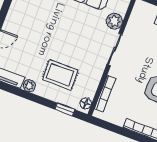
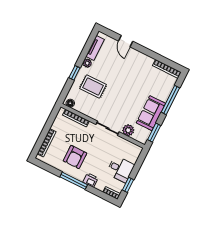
rug: (60, 75) -> (93, 86), turned 90
window: (65, 110) -> (74, 73), moved

